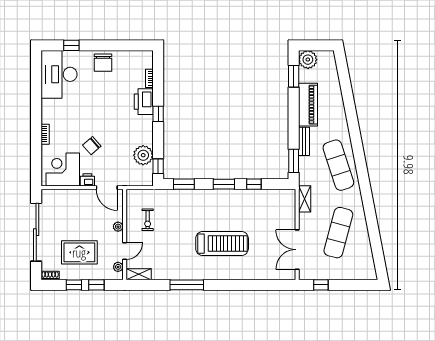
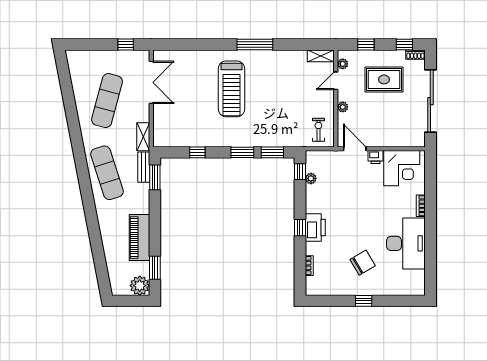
window: (71, 45) -> (364, 301), moved
chair: (103, 63) -> (363, 263), moved, turned 59
desk: (59, 74) -> (406, 243), moved
printer: (144, 102) -> (315, 227), moved
bench: (304, 141) -> (144, 167), moved
chair: (92, 146) -> (371, 194), removed
plant: (143, 155) -> (311, 178), width x0.53, depth x0.53
window: (224, 184) -> (242, 152), moved
exercise bike: (148, 220) -> (318, 130), moved
treadmill: (222, 244) -> (231, 89), turned -90
window: (74, 285) -> (404, 45), moved
window: (187, 285) -> (255, 45), moved

